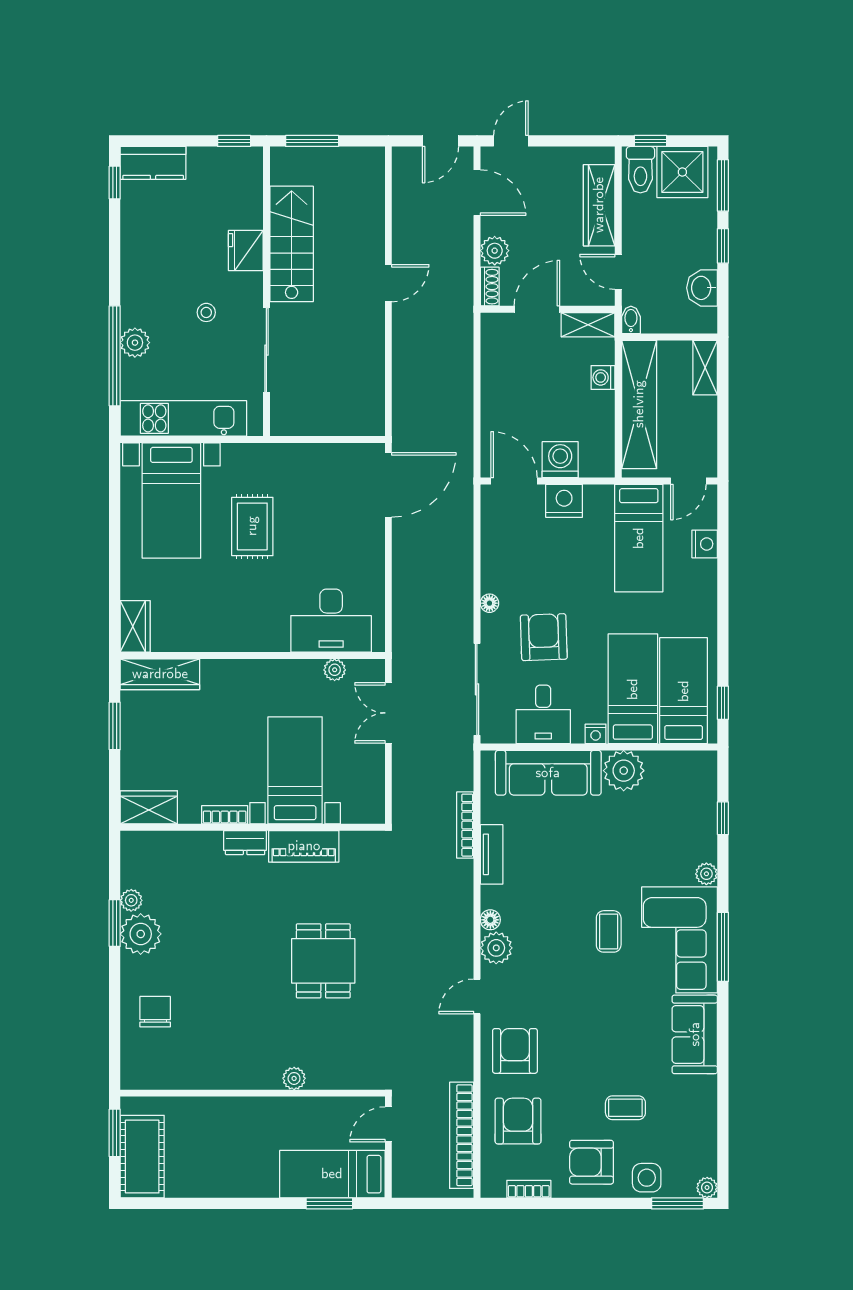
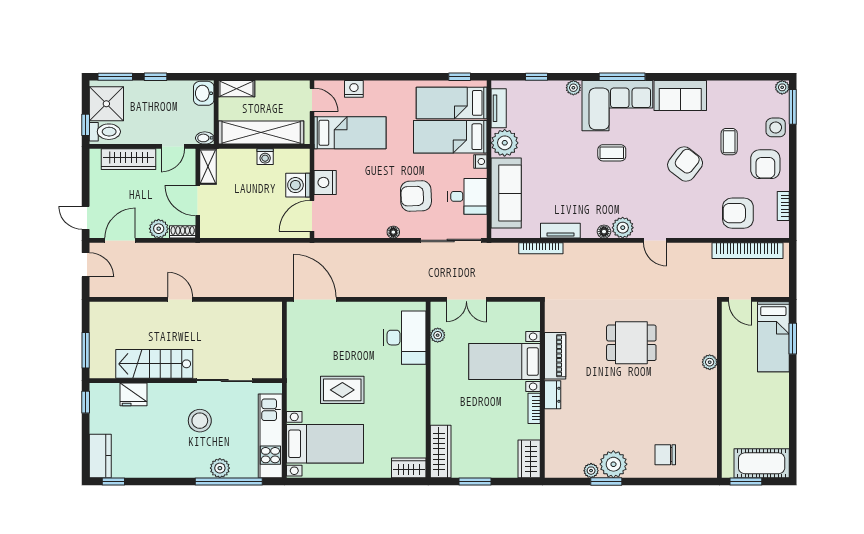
fridge: (246, 251) -> (134, 394), moved
washbasin: (702, 288) -> (204, 93), moved, turned 90
stool: (206, 312) -> (200, 421), width x1.89, depth x1.89
washing machine: (603, 377) -> (265, 157), moved
tv unit: (676, 762) -> (499, 108), added
armchair: (515, 1051) -> (685, 164), moved, turned 128

